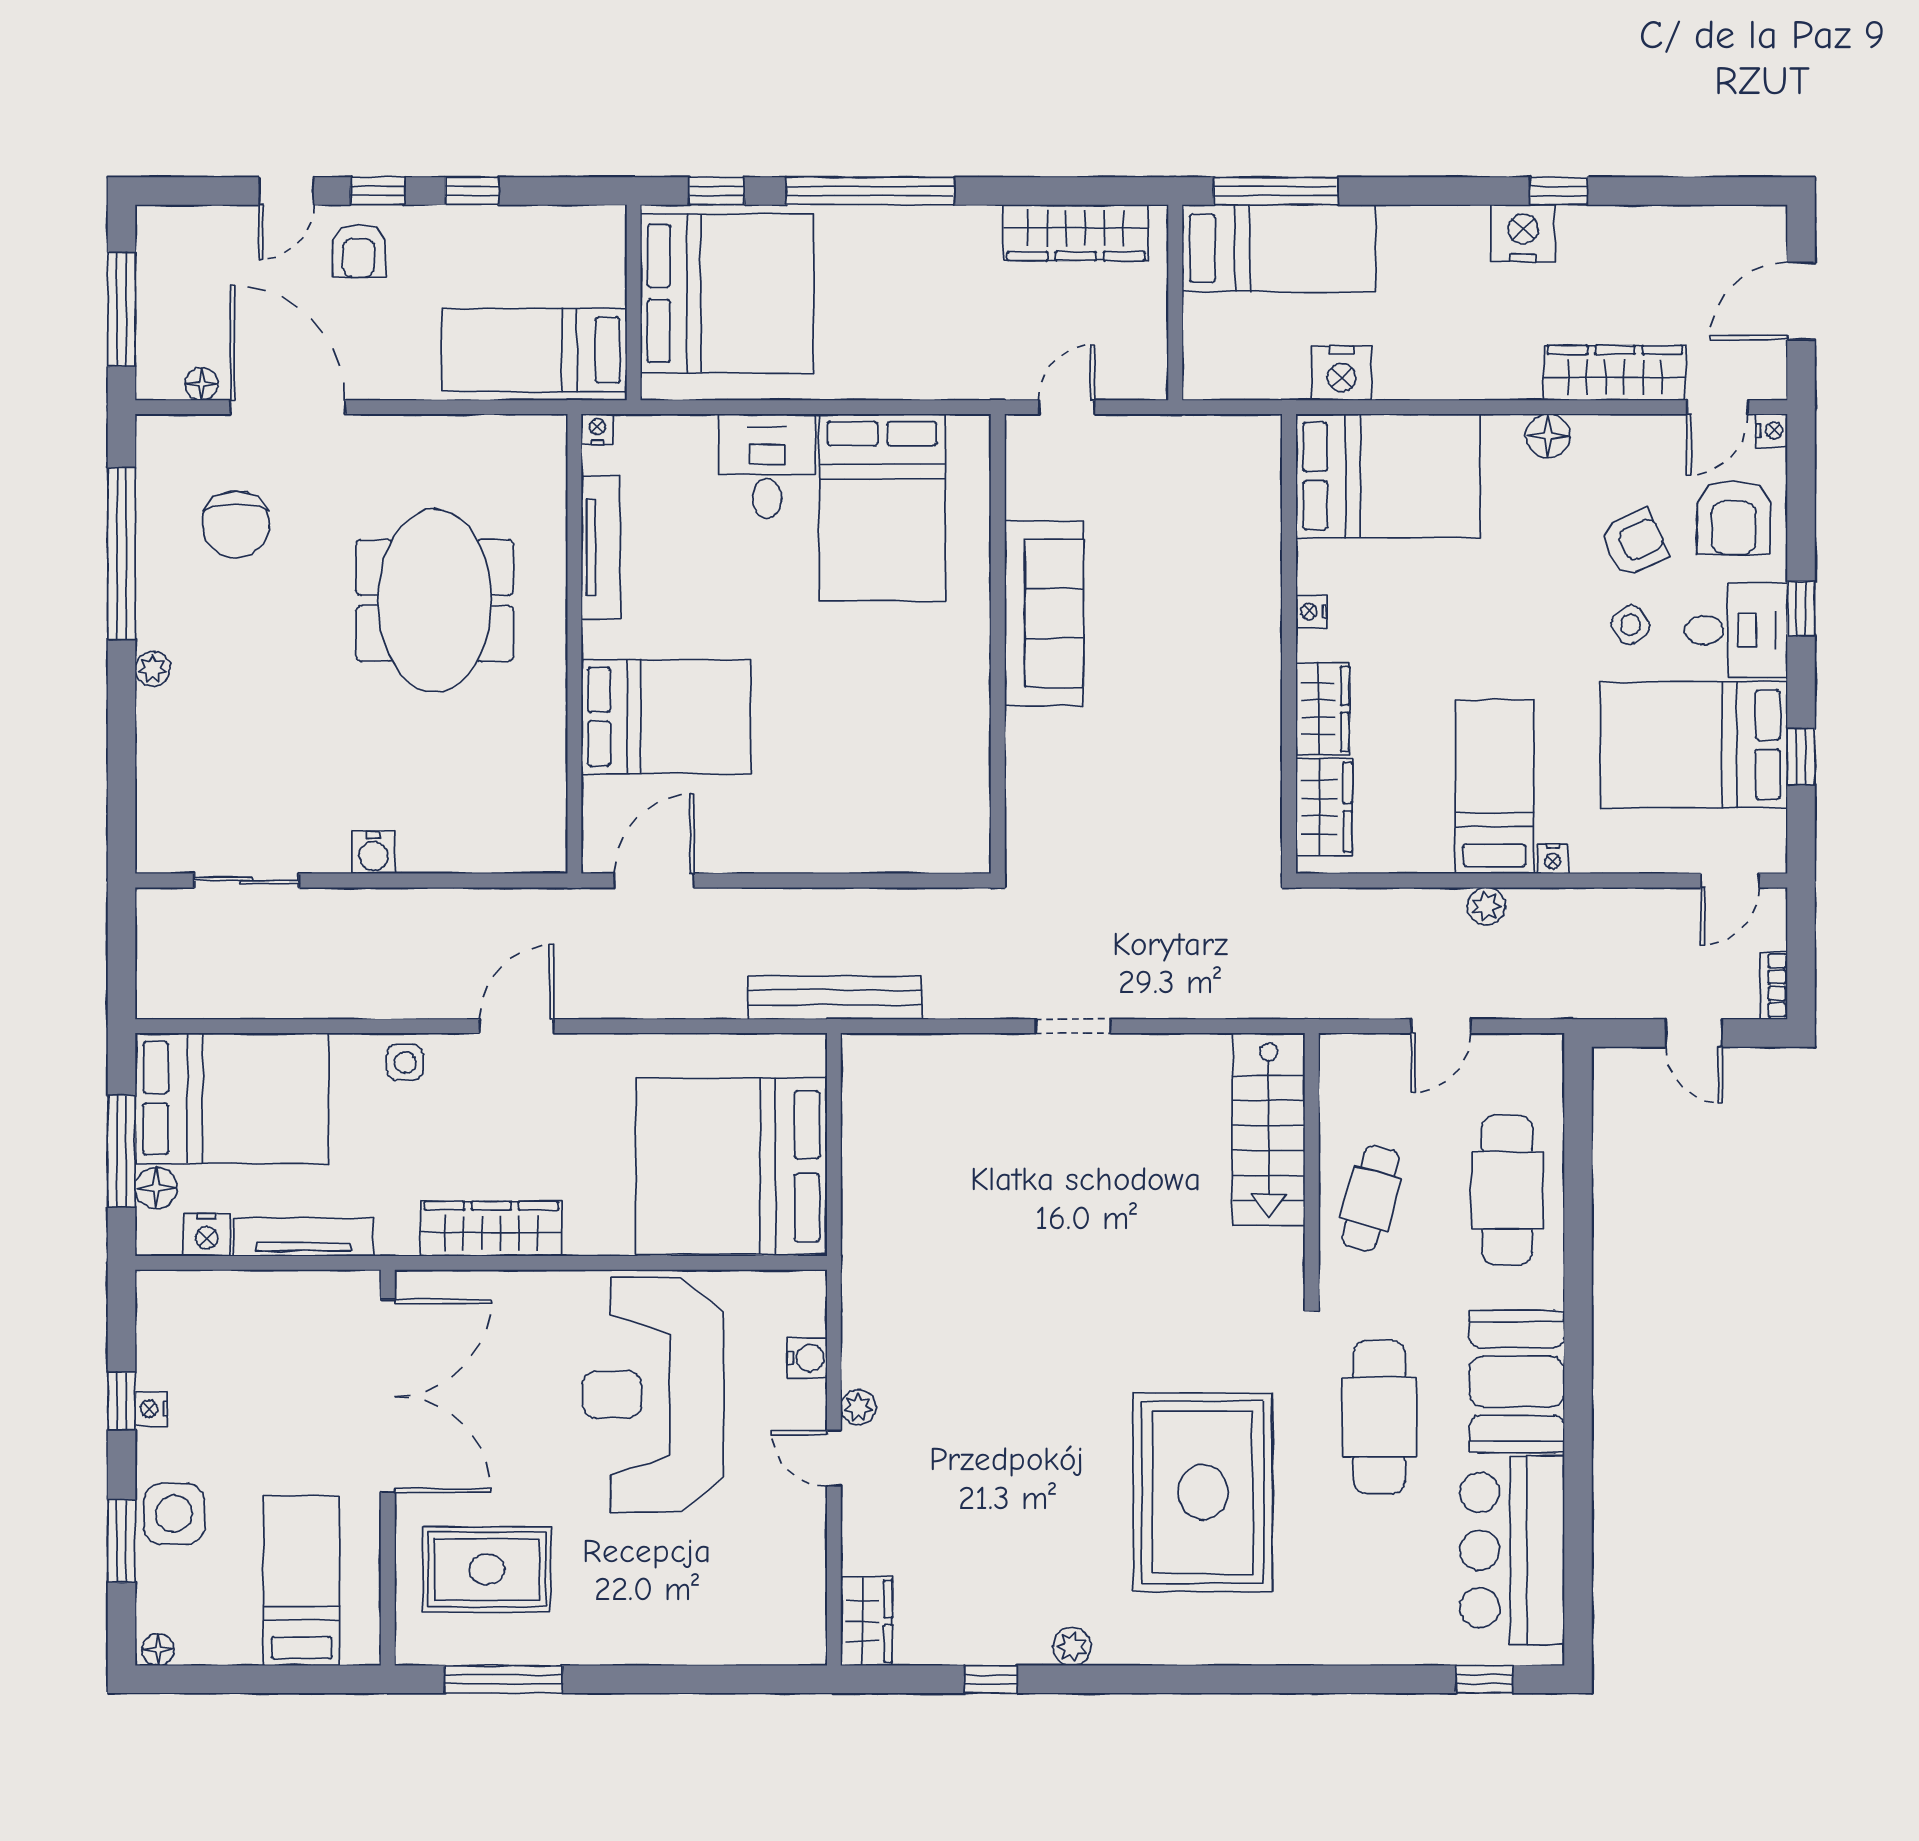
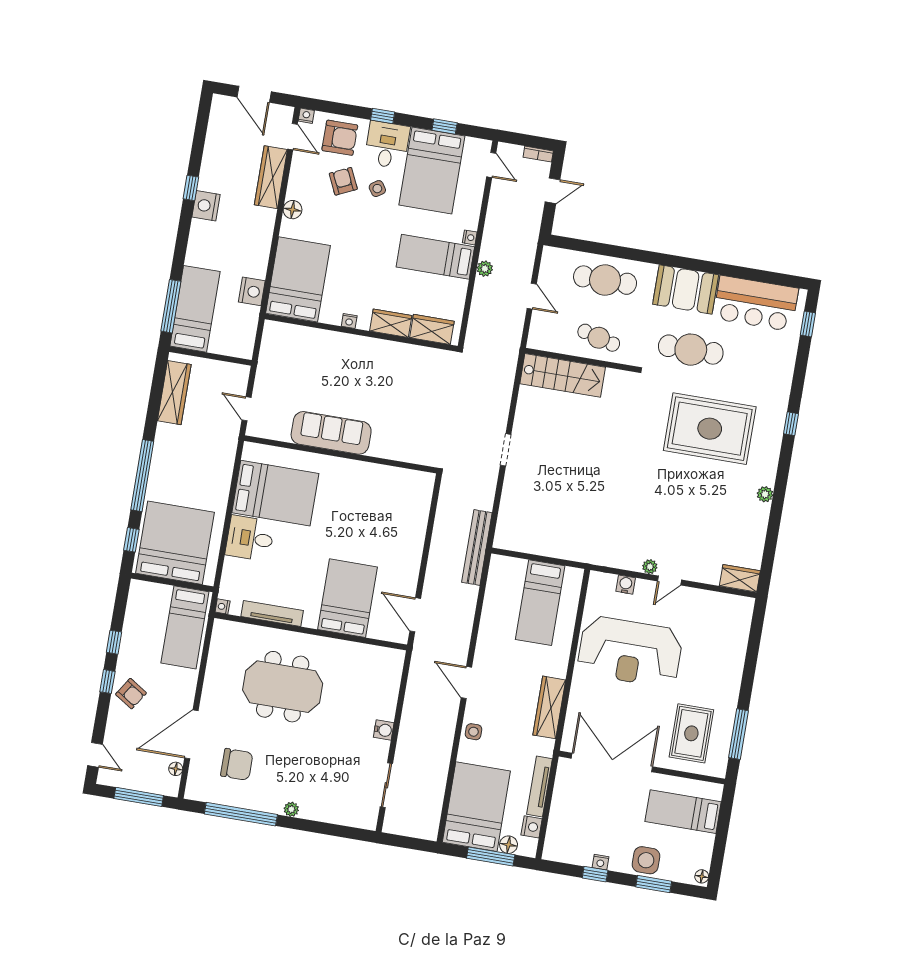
door: (286, 191) -> (95, 755), moved
armchair: (359, 251) -> (131, 694), turned 33
bed: (731, 1166) -> (540, 603), width x0.49
window: (991, 1679) -> (791, 424), moved

